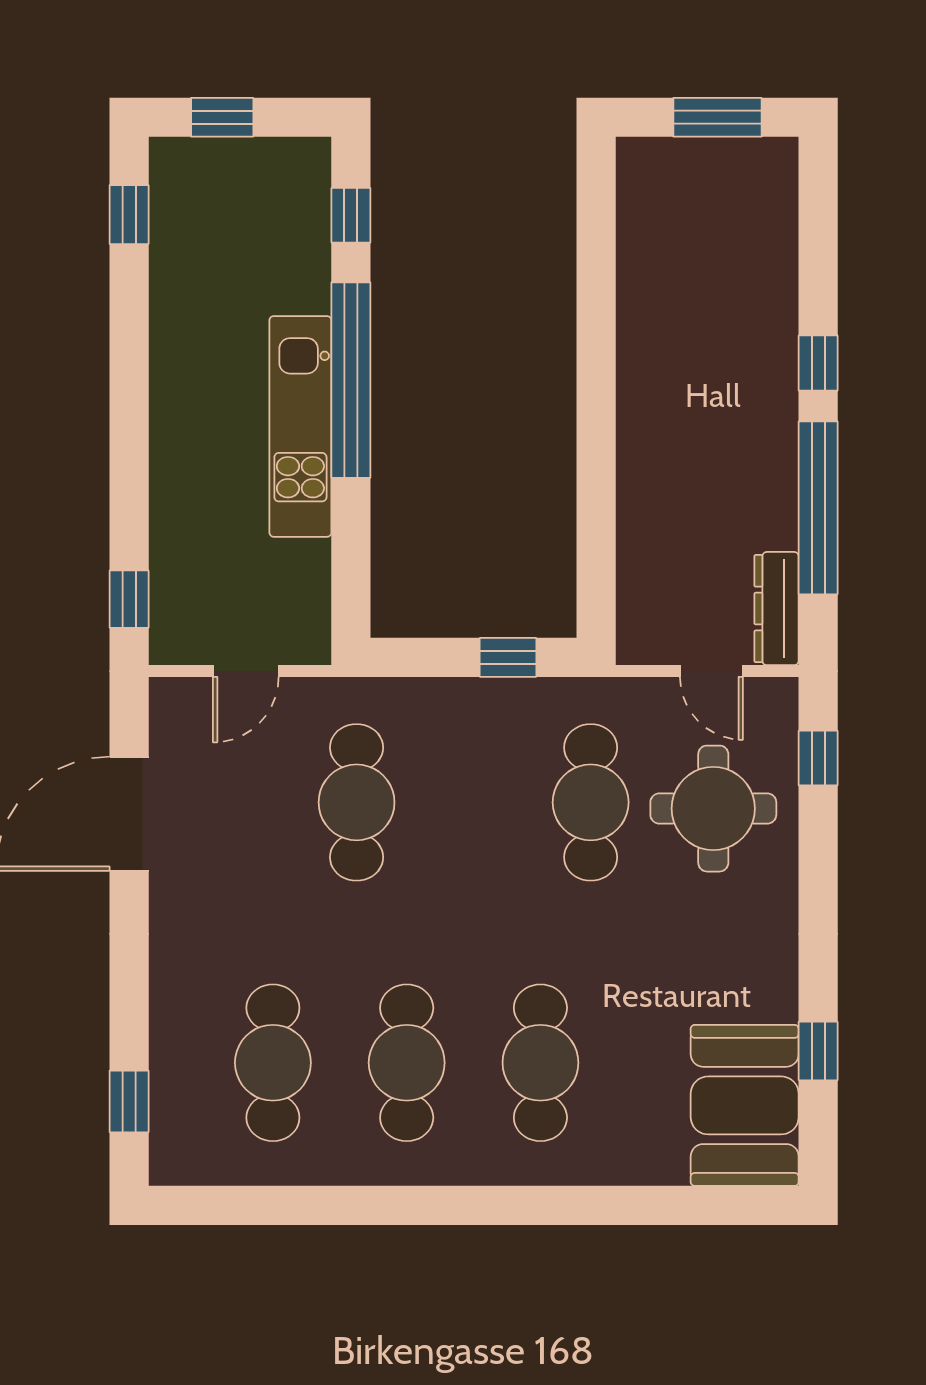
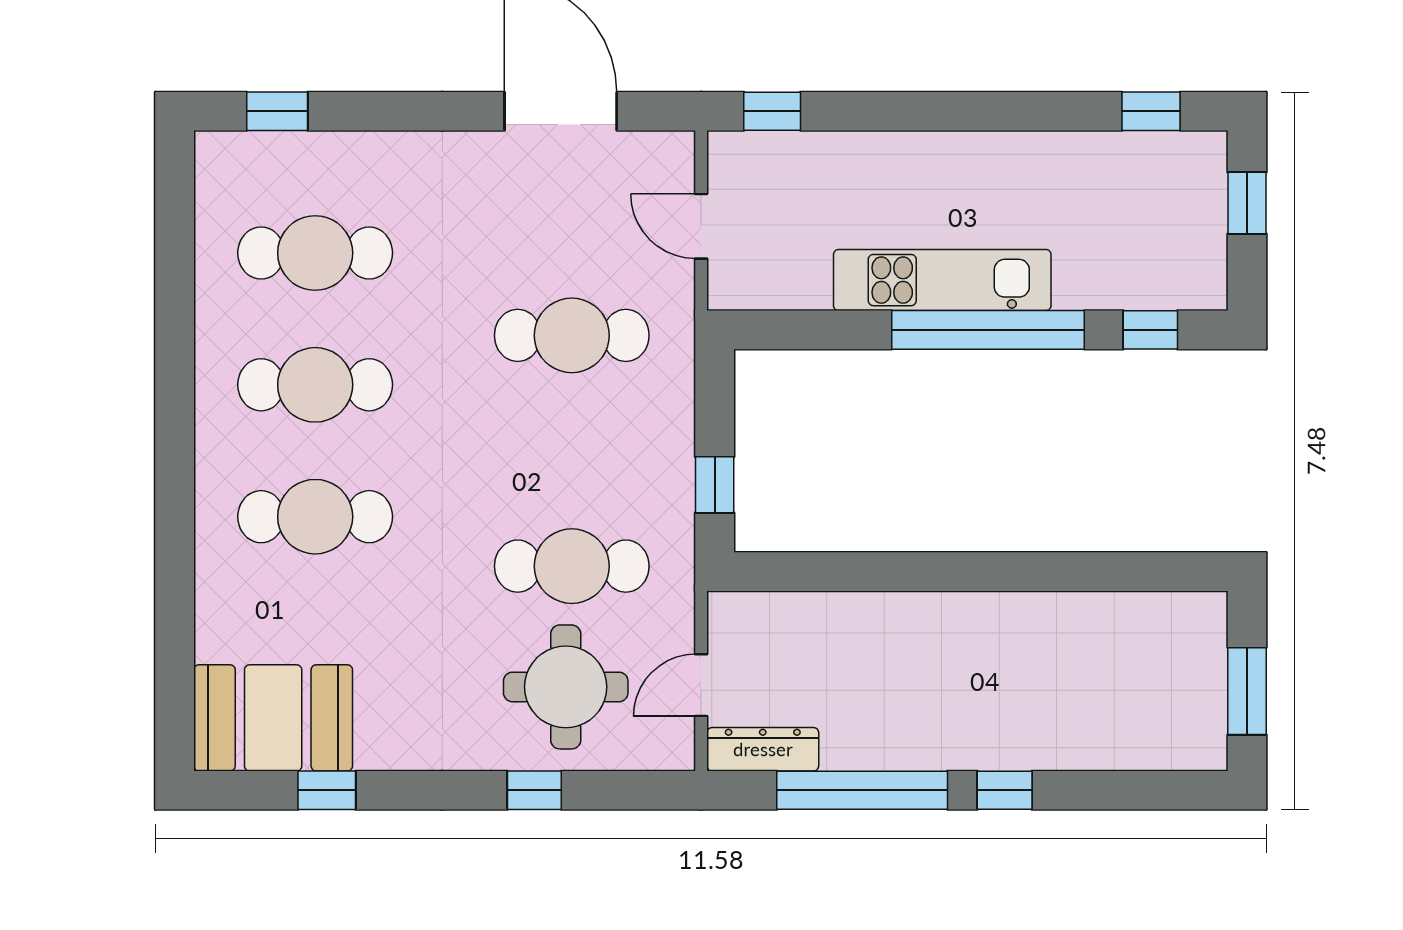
window: (818, 758) -> (534, 790), moved

